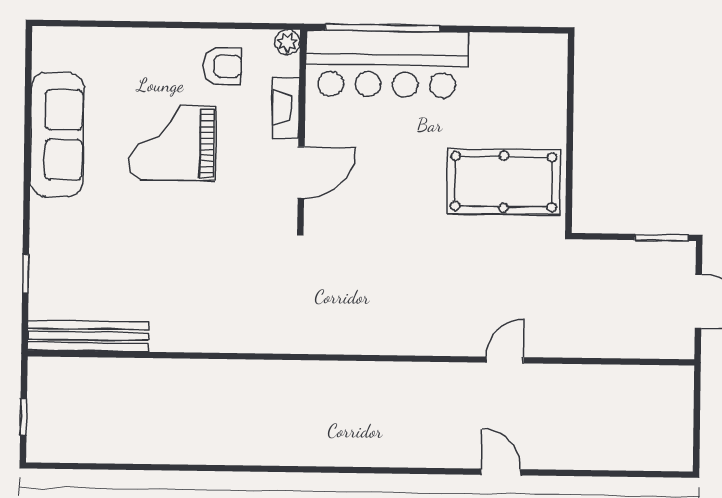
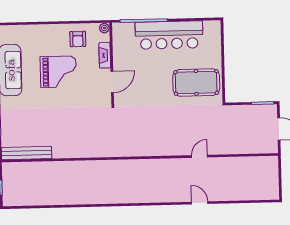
bar counter: (387, 64) -> (169, 35), moved
armchair: (222, 66) -> (78, 39), turned 90
grand piano: (172, 143) -> (58, 72), turned 180

